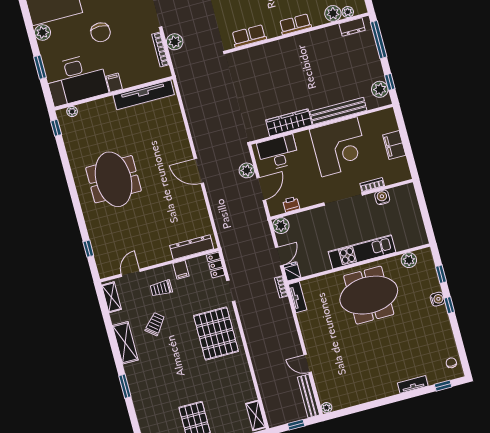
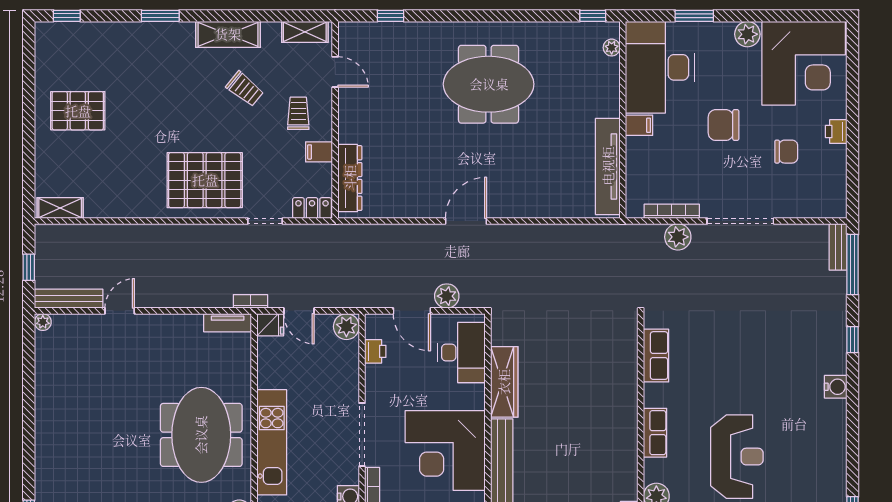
tv unit: (413, 384) -> (43, 466), removed

